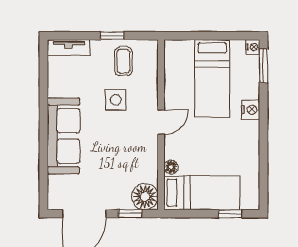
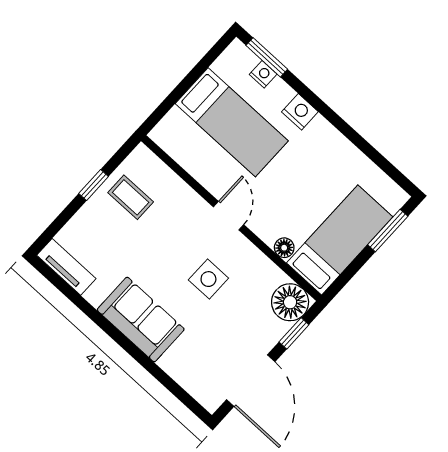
nightstand: (253, 47) -> (263, 74), moved
tv unit: (69, 48) -> (66, 267), moved, turned -90
side table: (116, 100) -> (208, 279), moved
sofa: (64, 136) -> (141, 320), width x0.73
window: (230, 214) -> (388, 230), width x1.50

